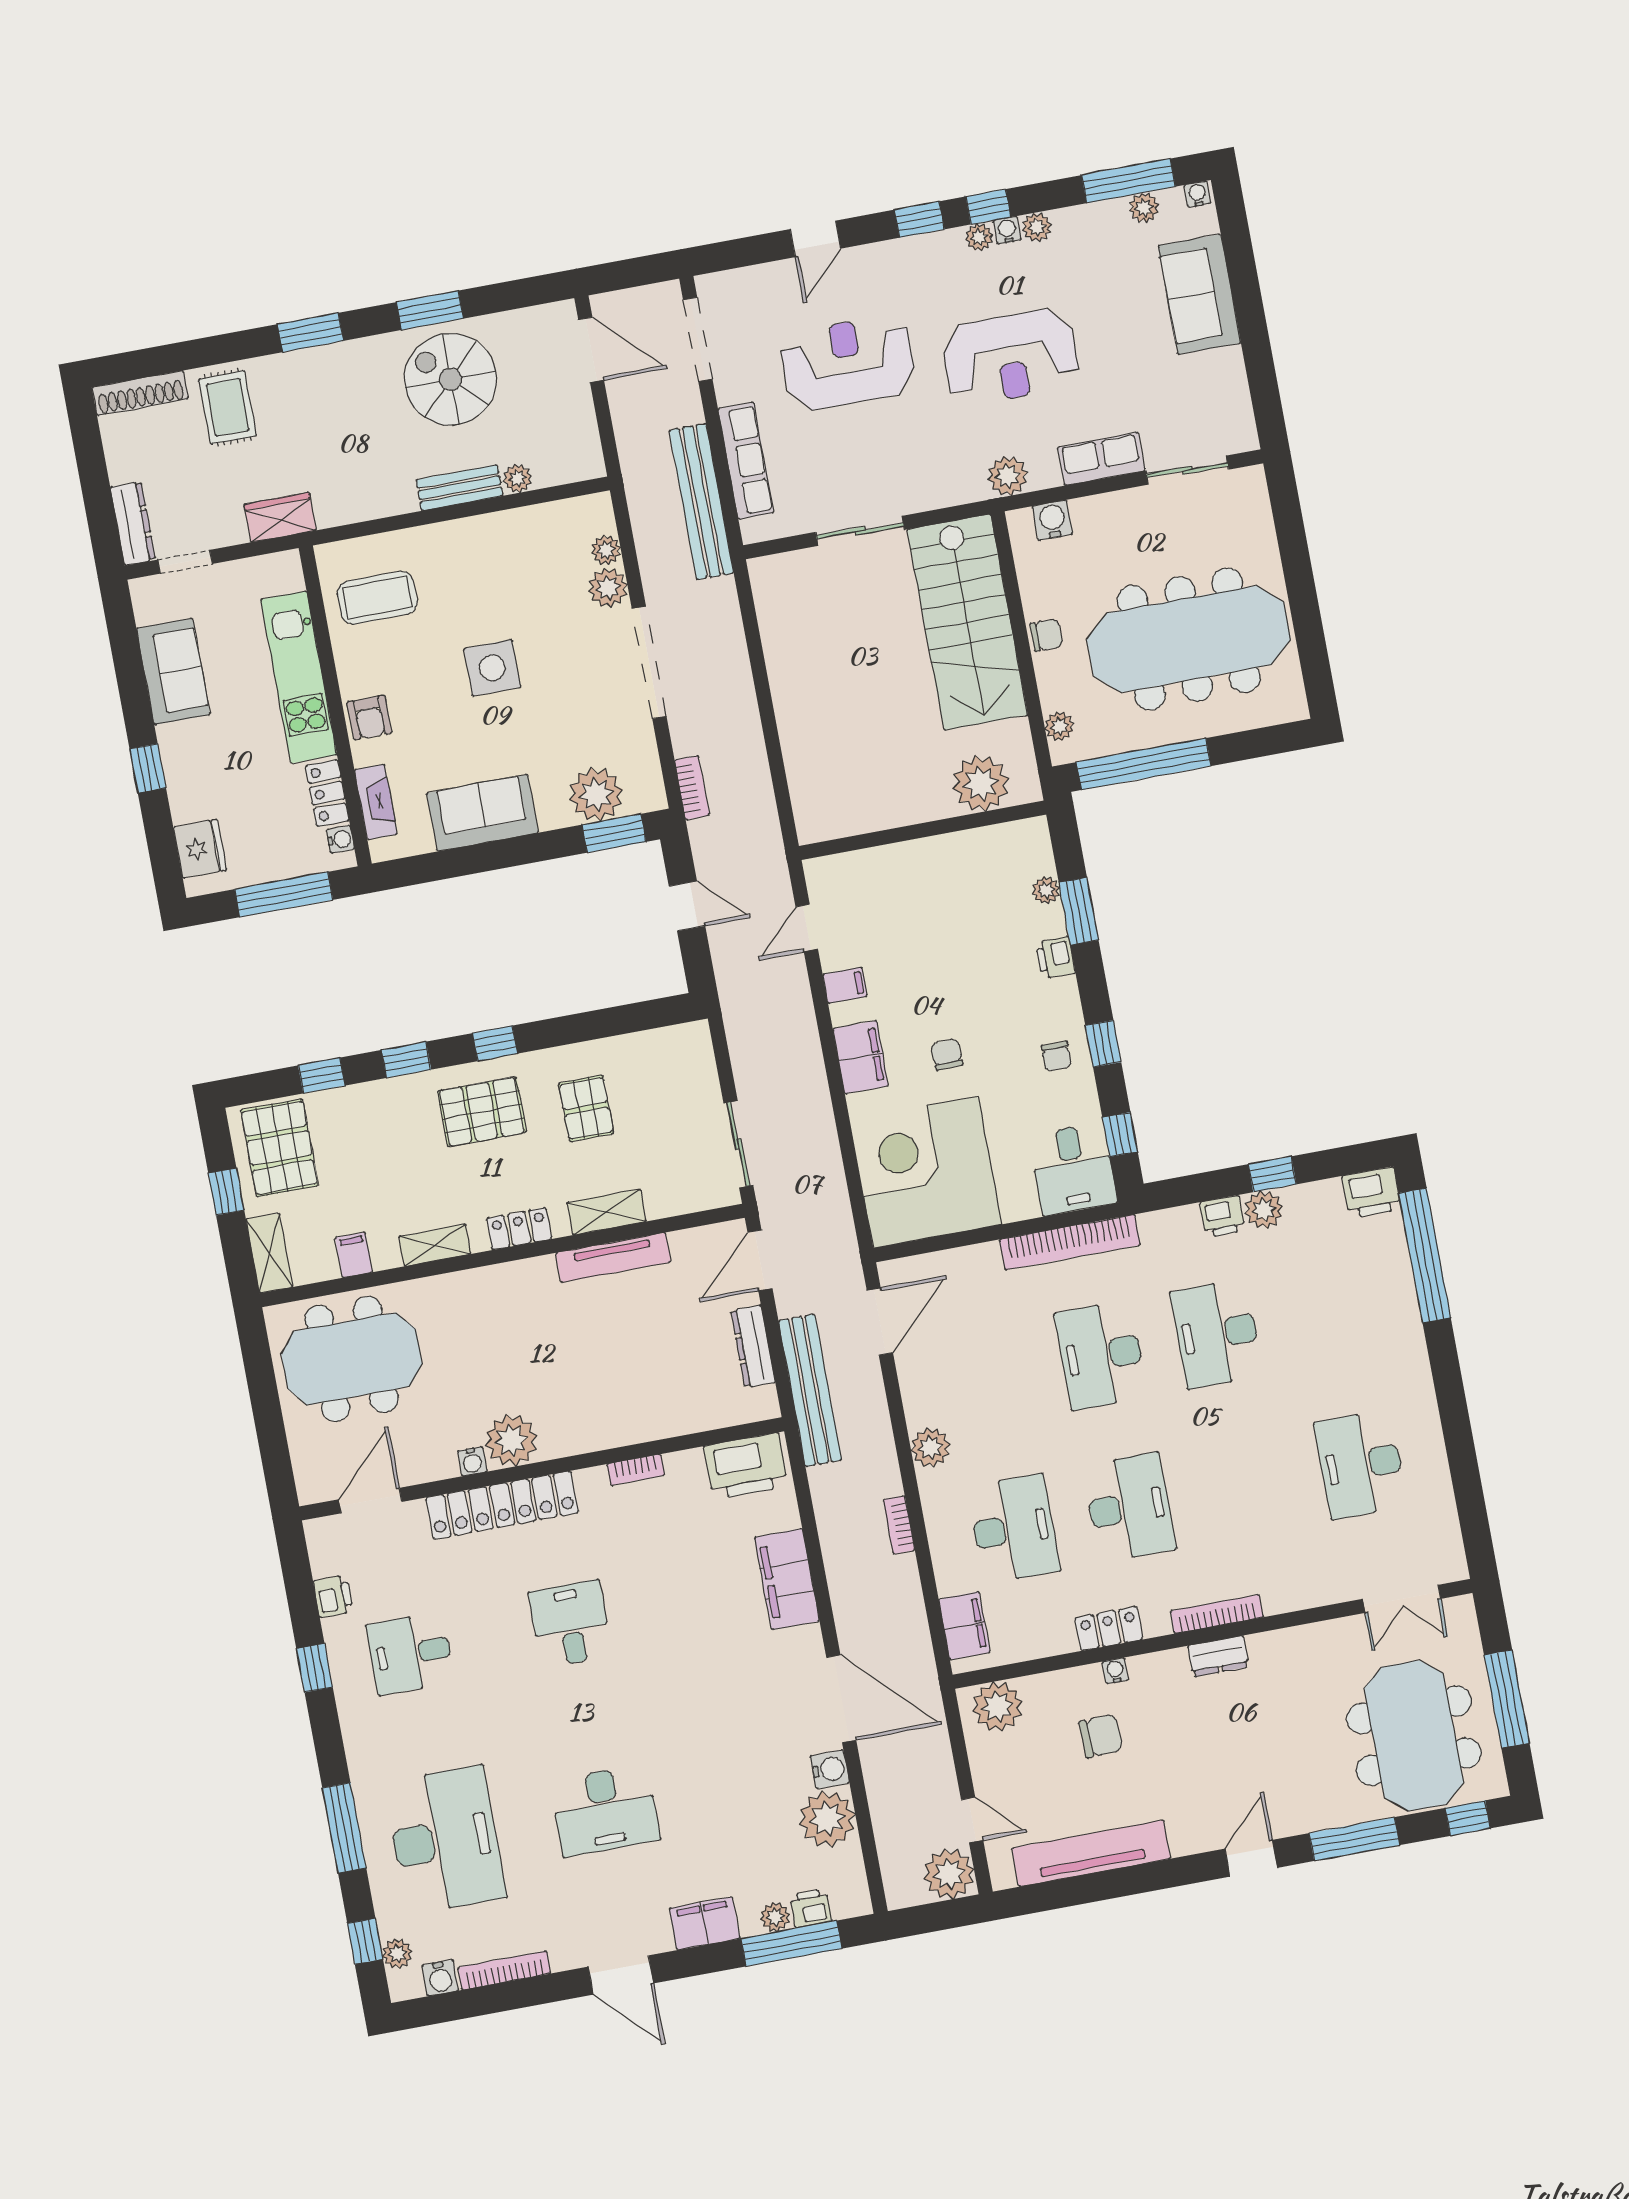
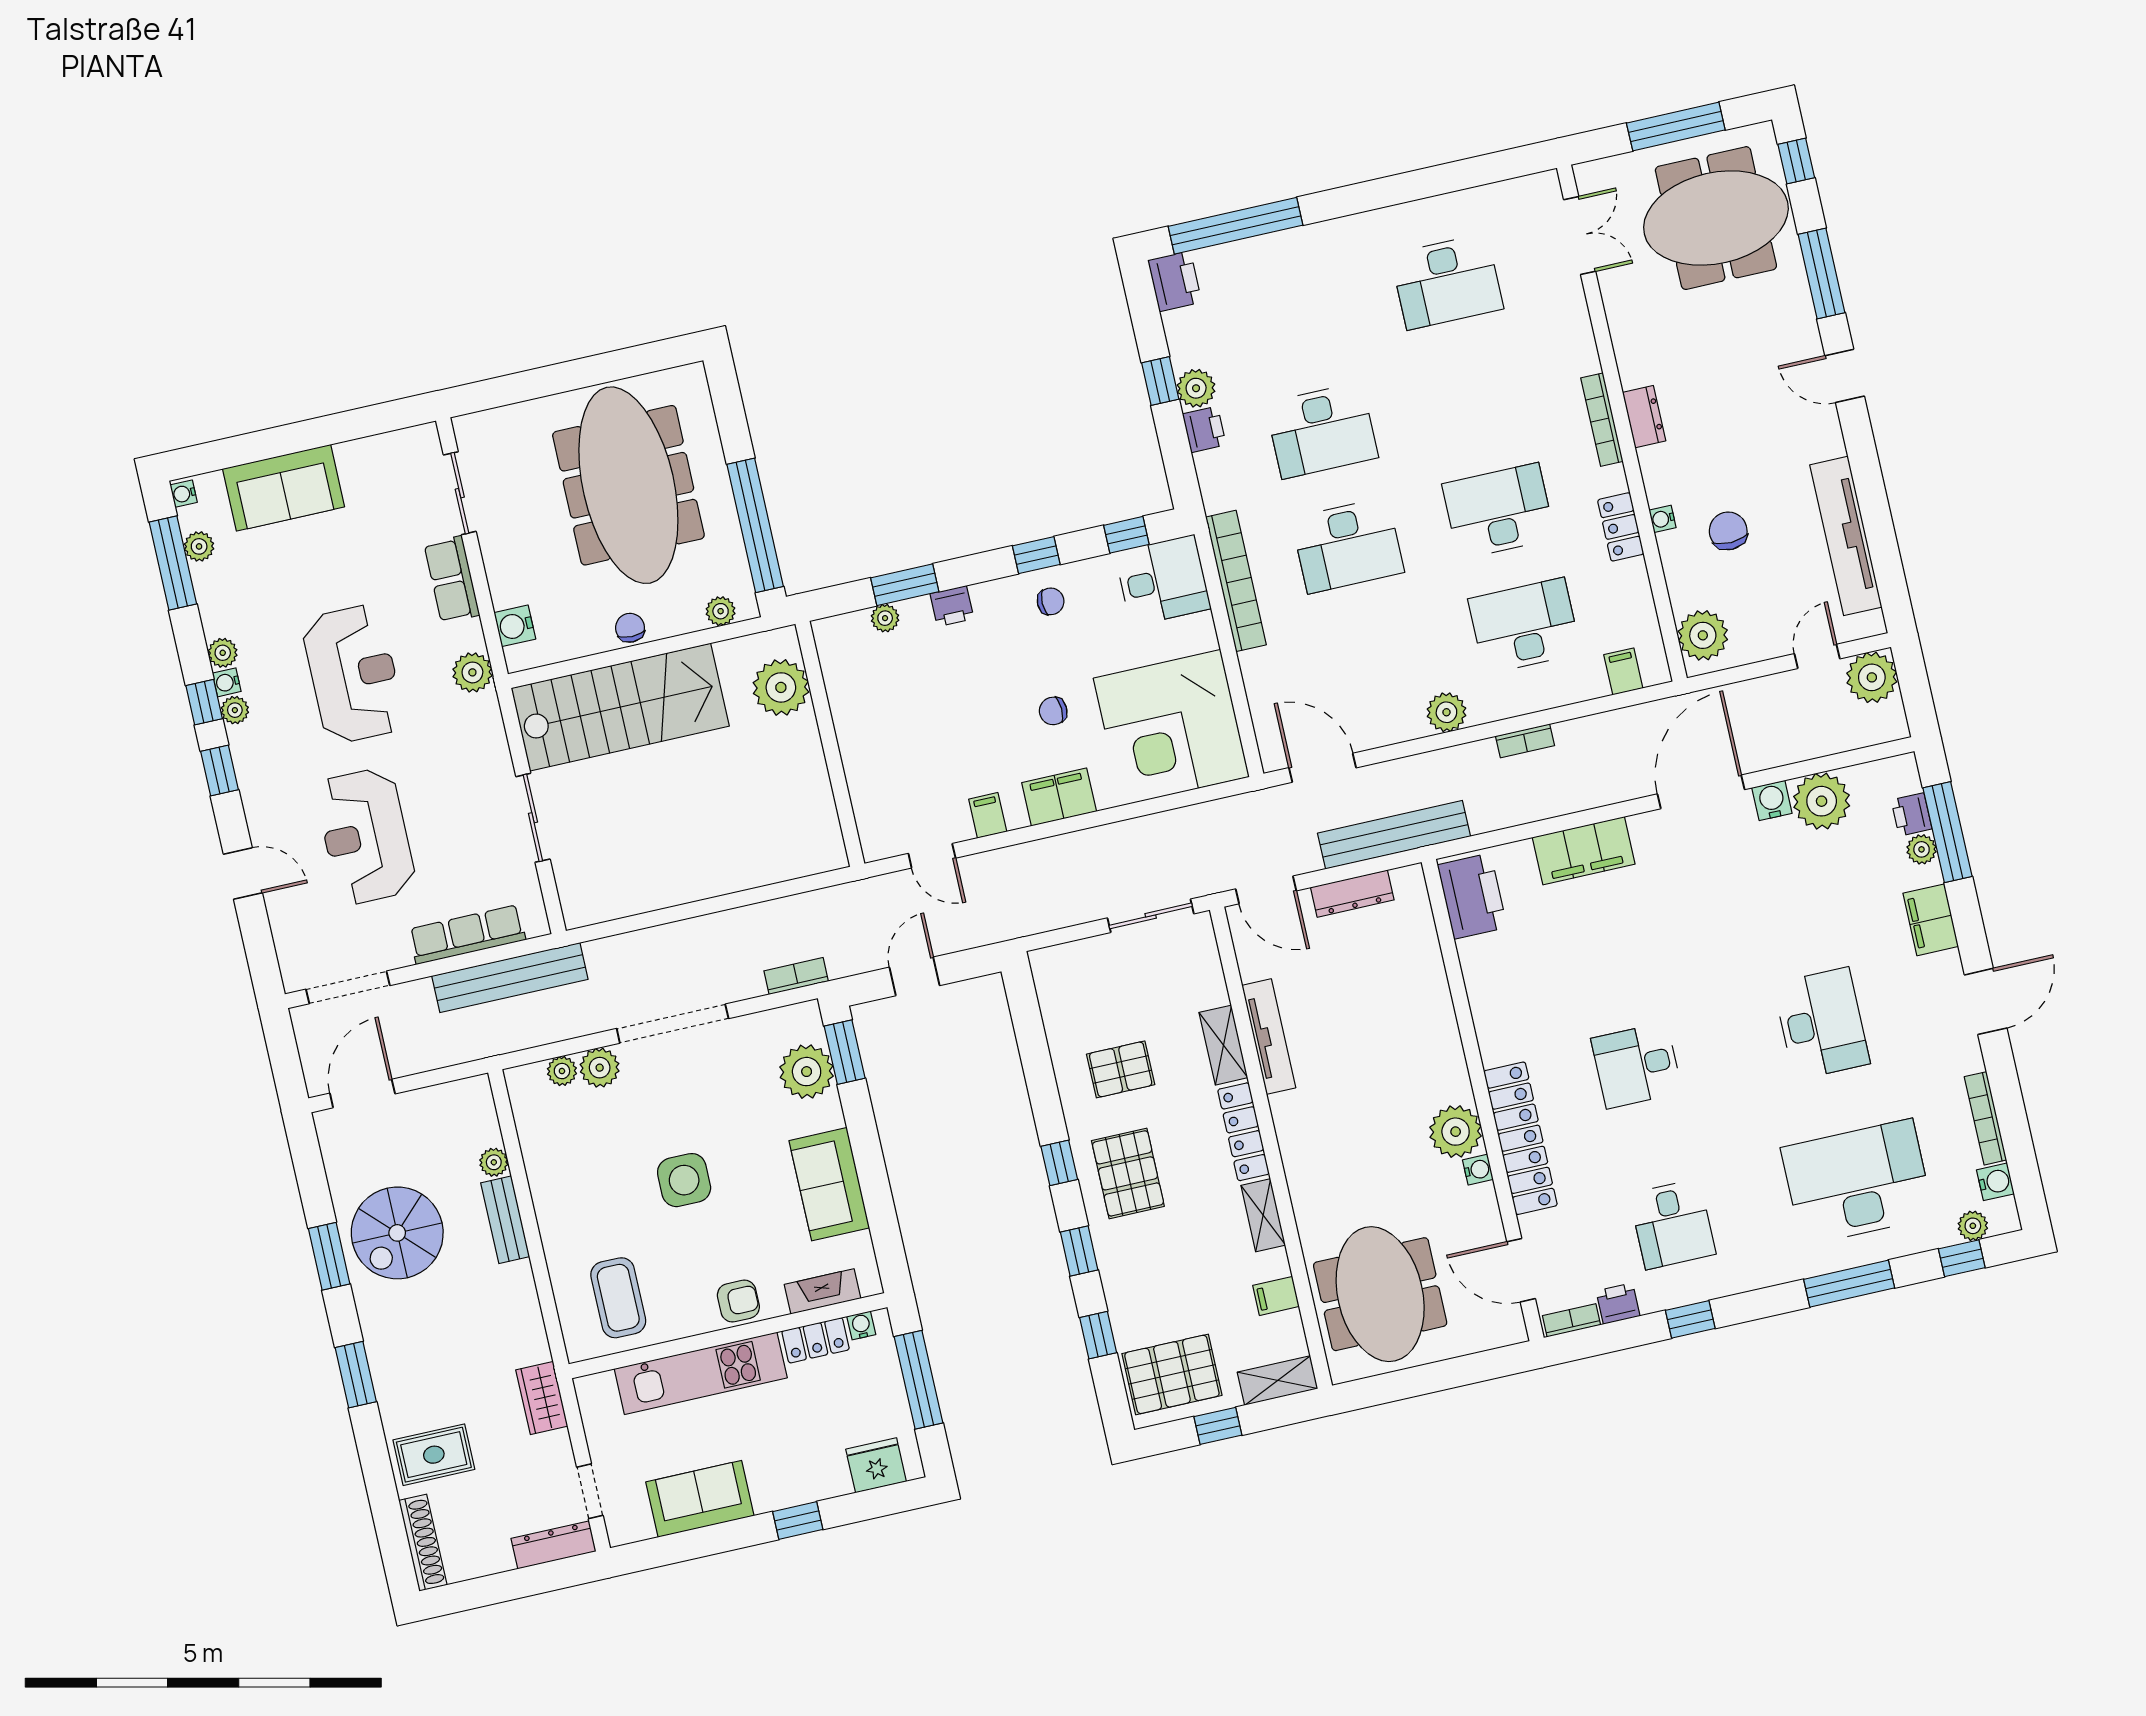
locker: (519, 1229) -> (1243, 1132), width x1.53
bookcase: (636, 1470) -> (1571, 1320), moved, turned -90
filing cabinet: (964, 1626) -> (1623, 671), width x0.50

